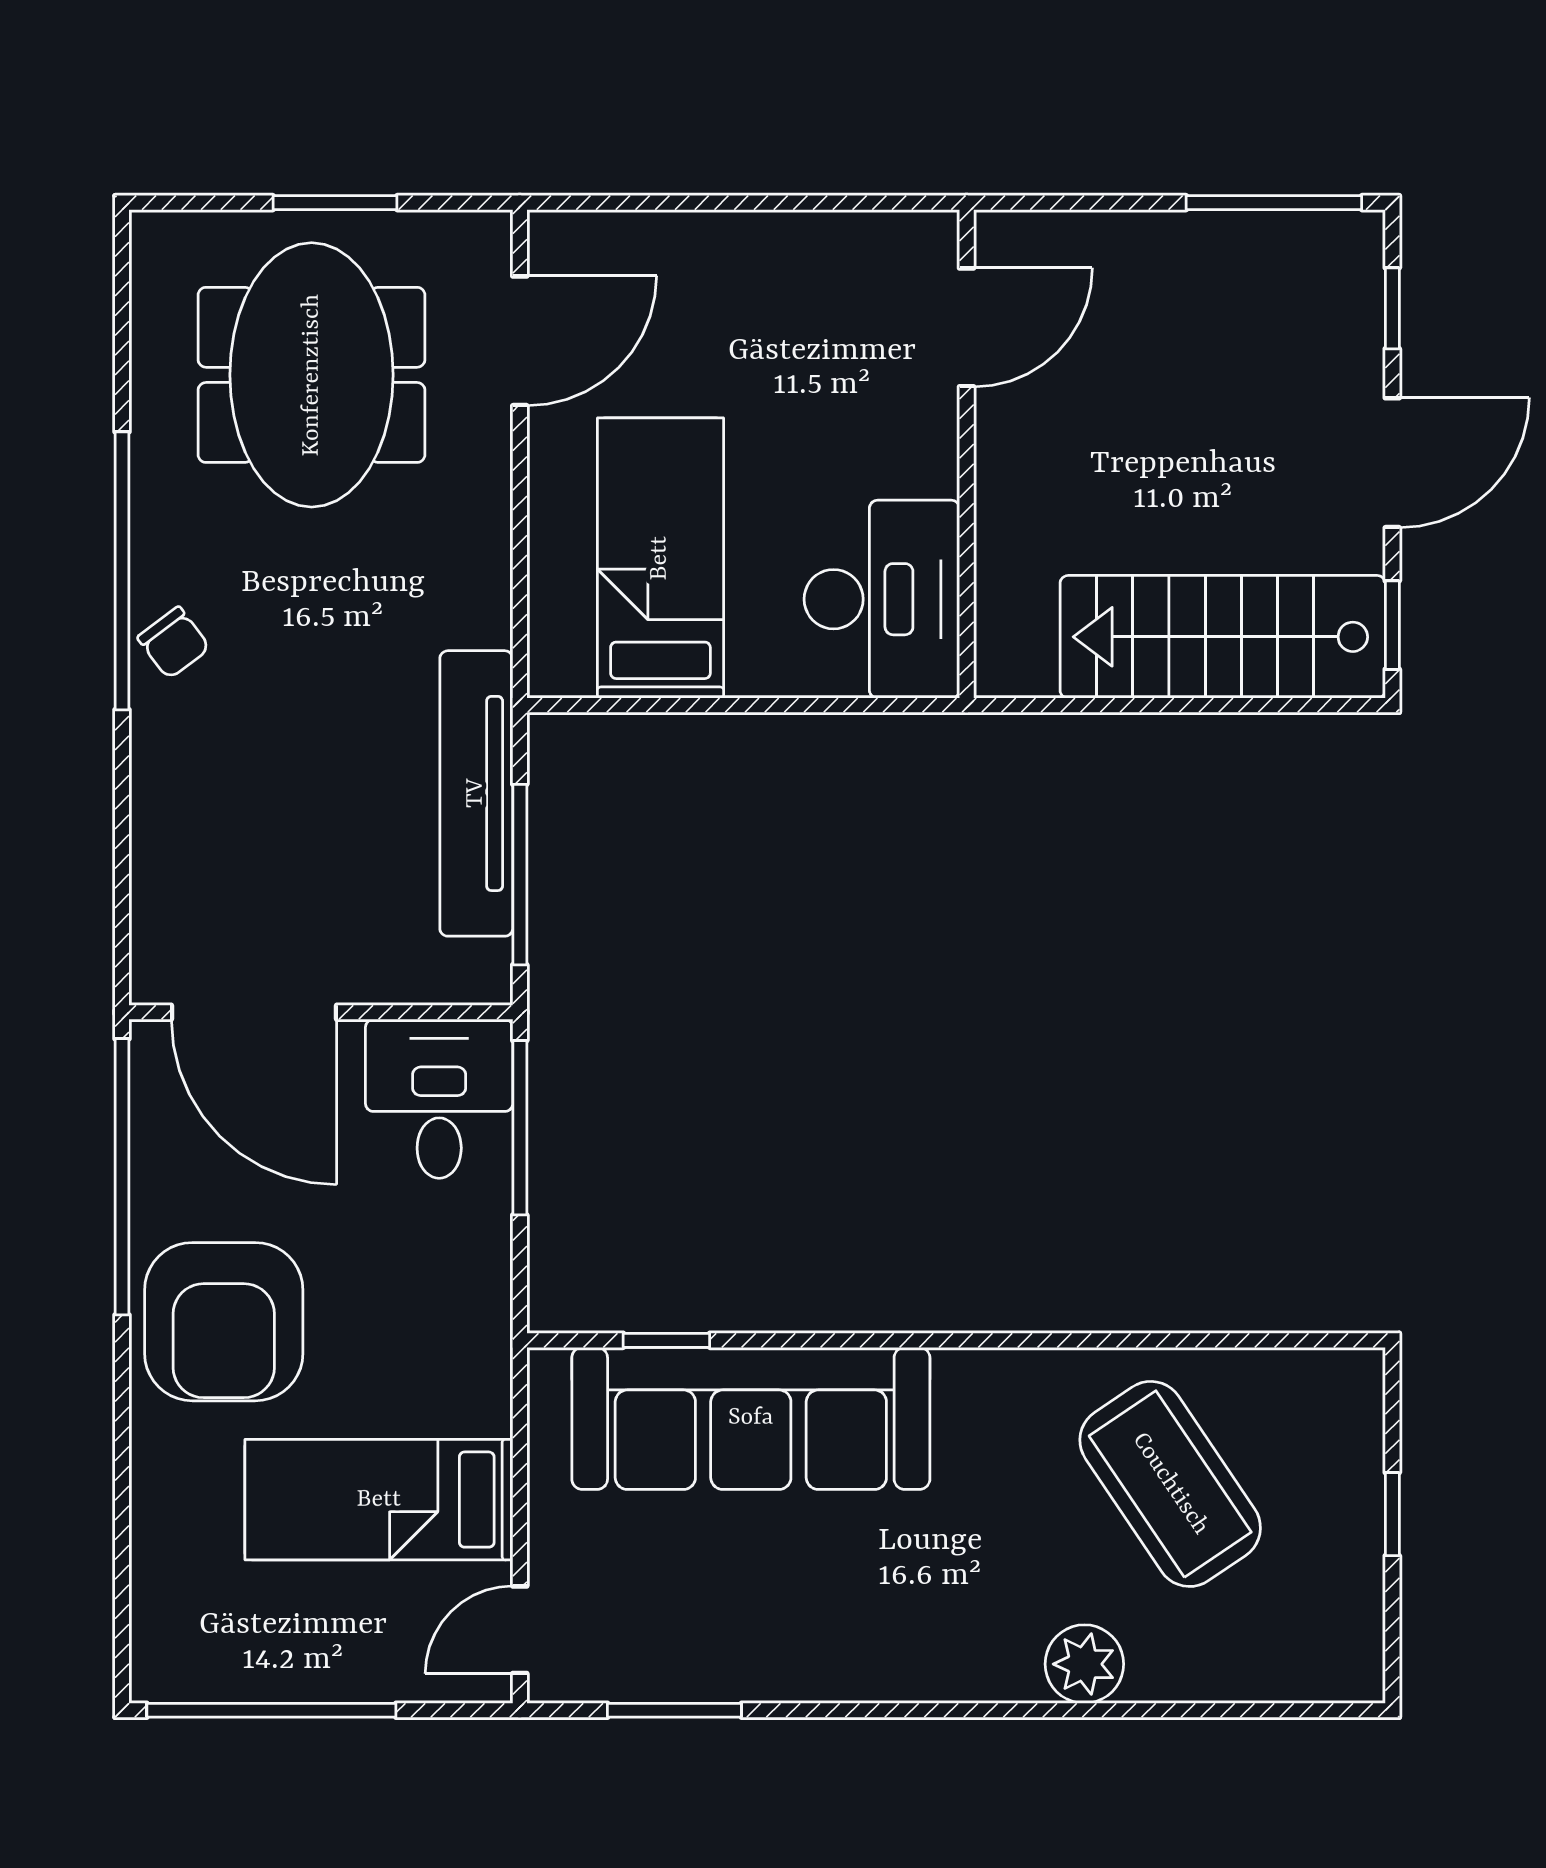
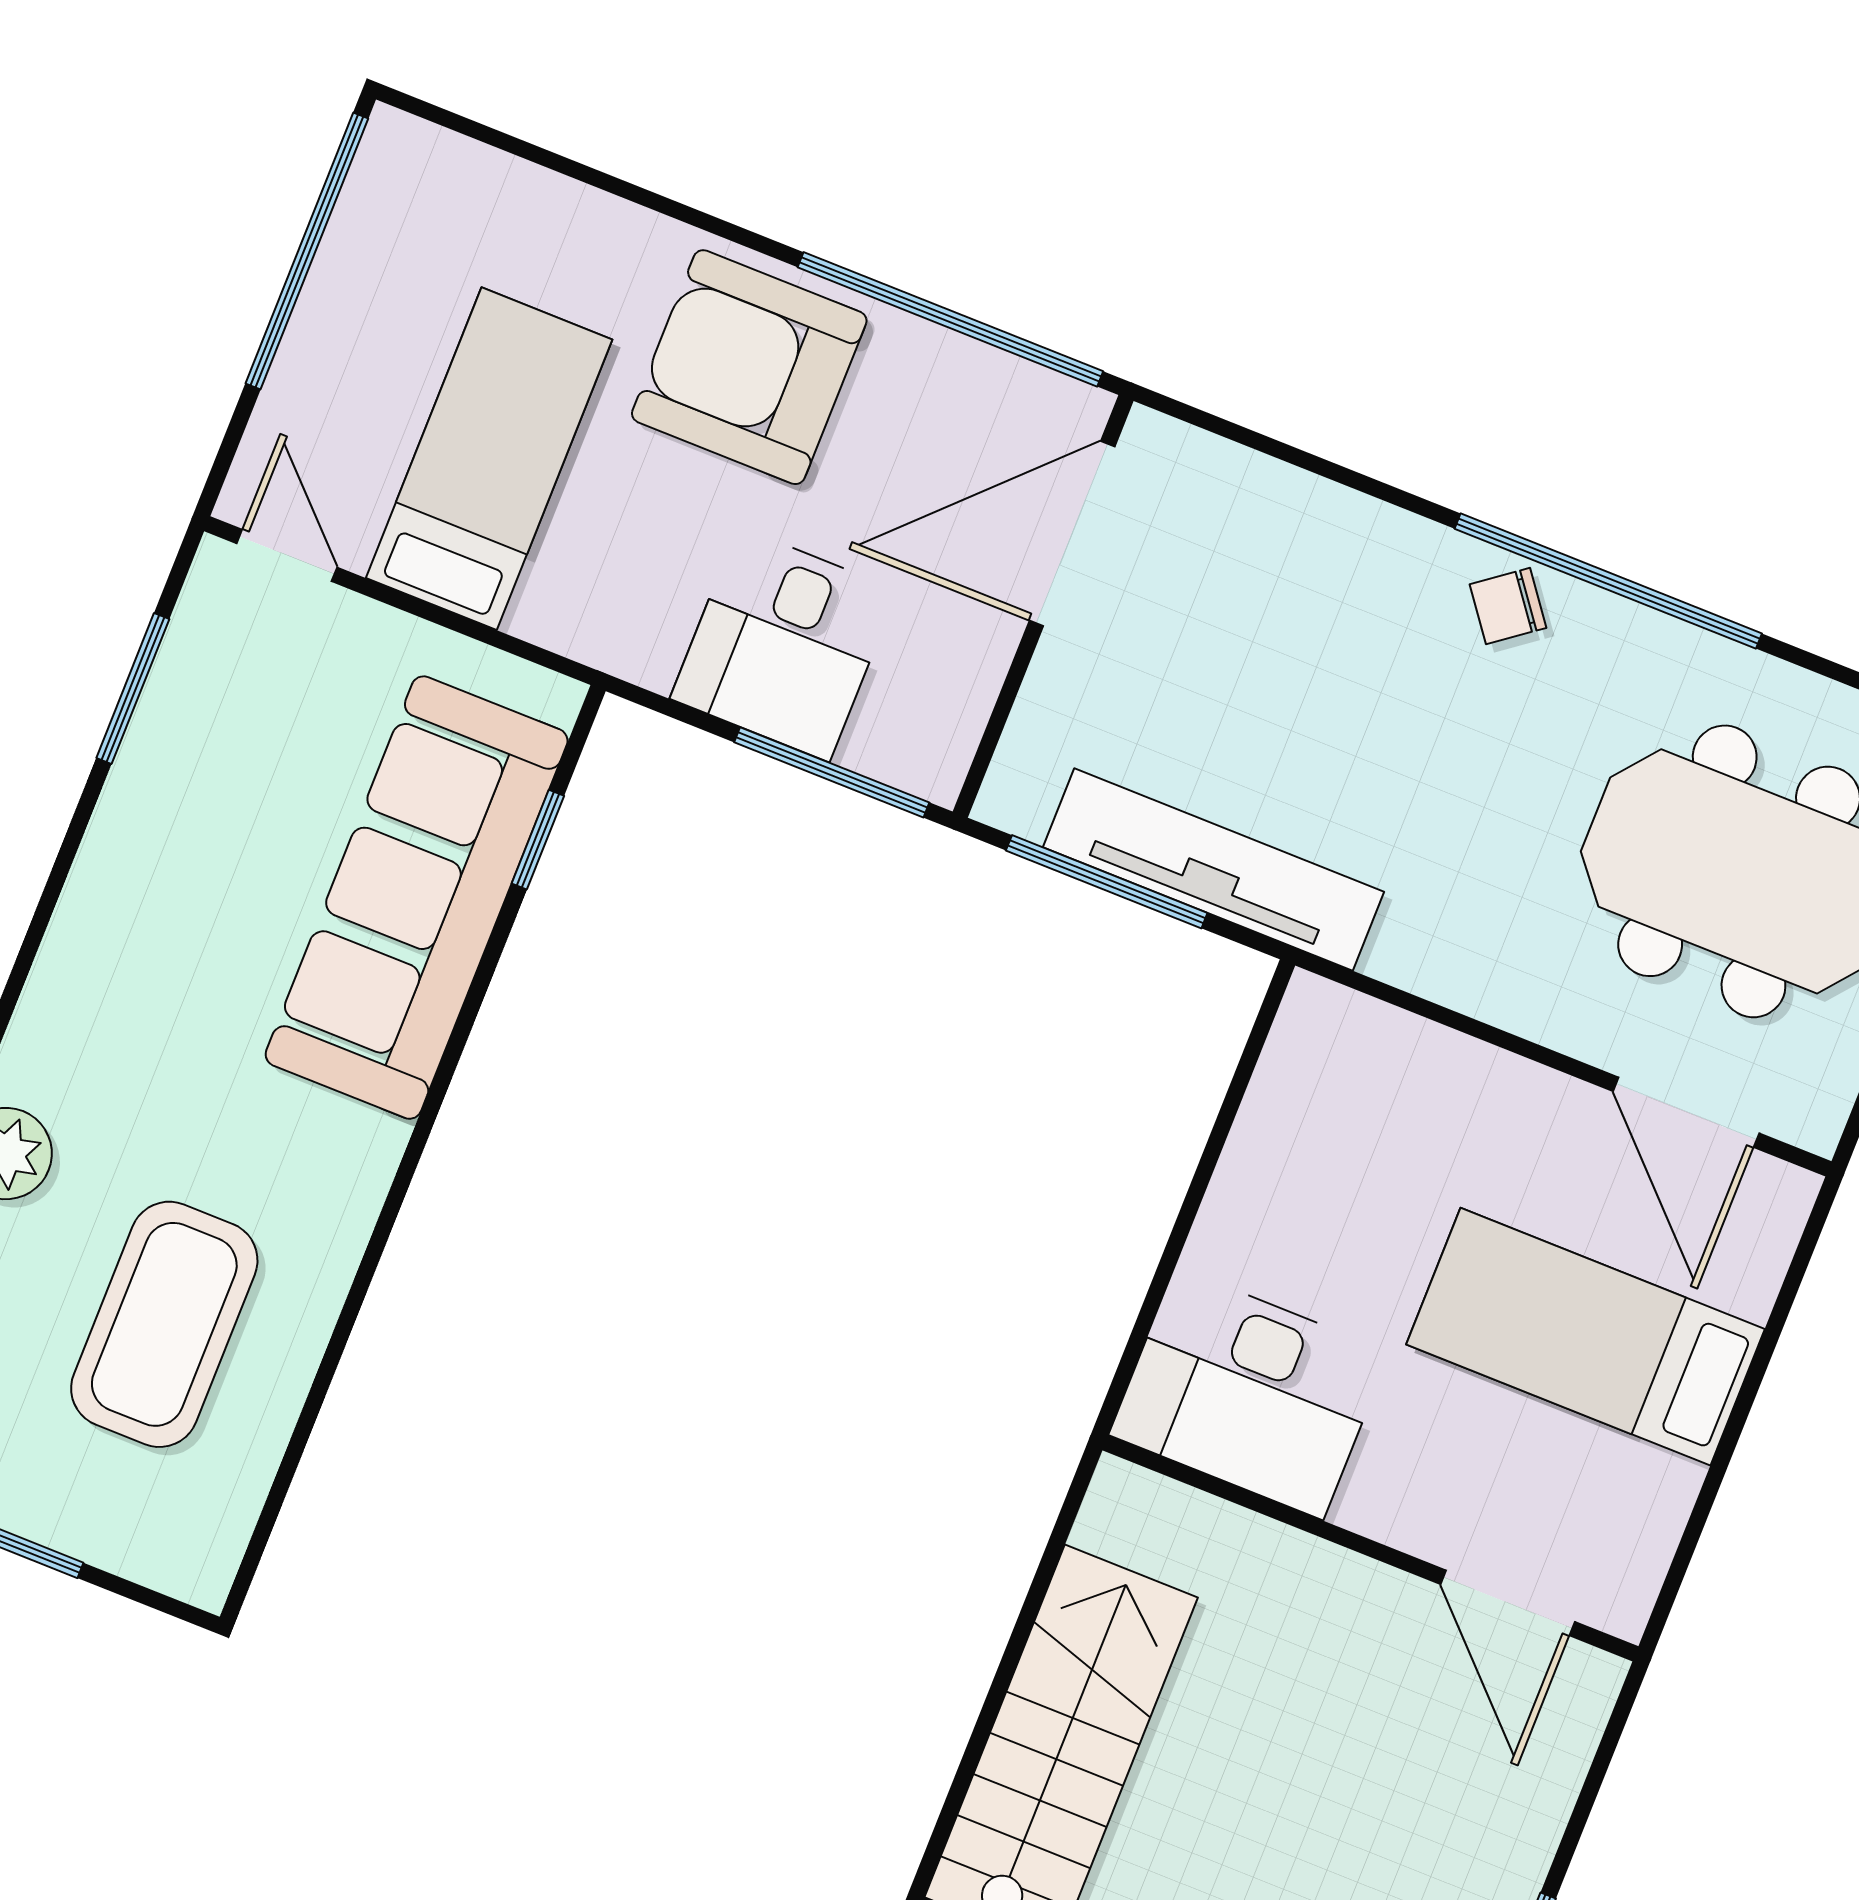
bed: (660, 558) -> (1586, 1337), moved, turned 180
desk: (439, 1099) -> (784, 644), moved, turned 90
coffee table: (1170, 1484) -> (164, 1324), turned -56

